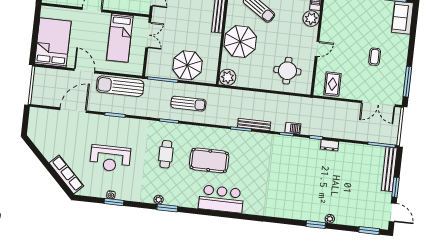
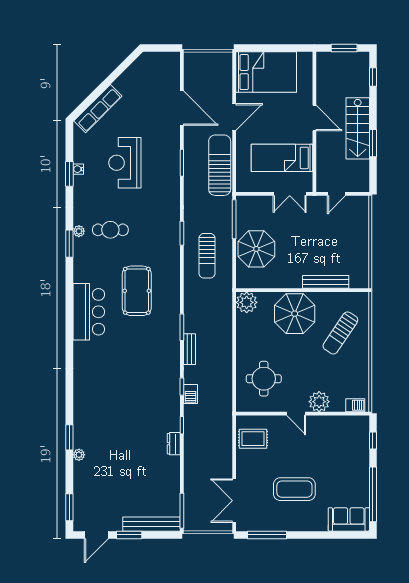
plant: (311, 19) -> (319, 402), moved
coffee table: (375, 57) -> (294, 489), width x1.86, depth x1.72
bench: (254, 125) -> (190, 349), width x0.73
cafe table: (166, 154) -> (110, 230), moved

